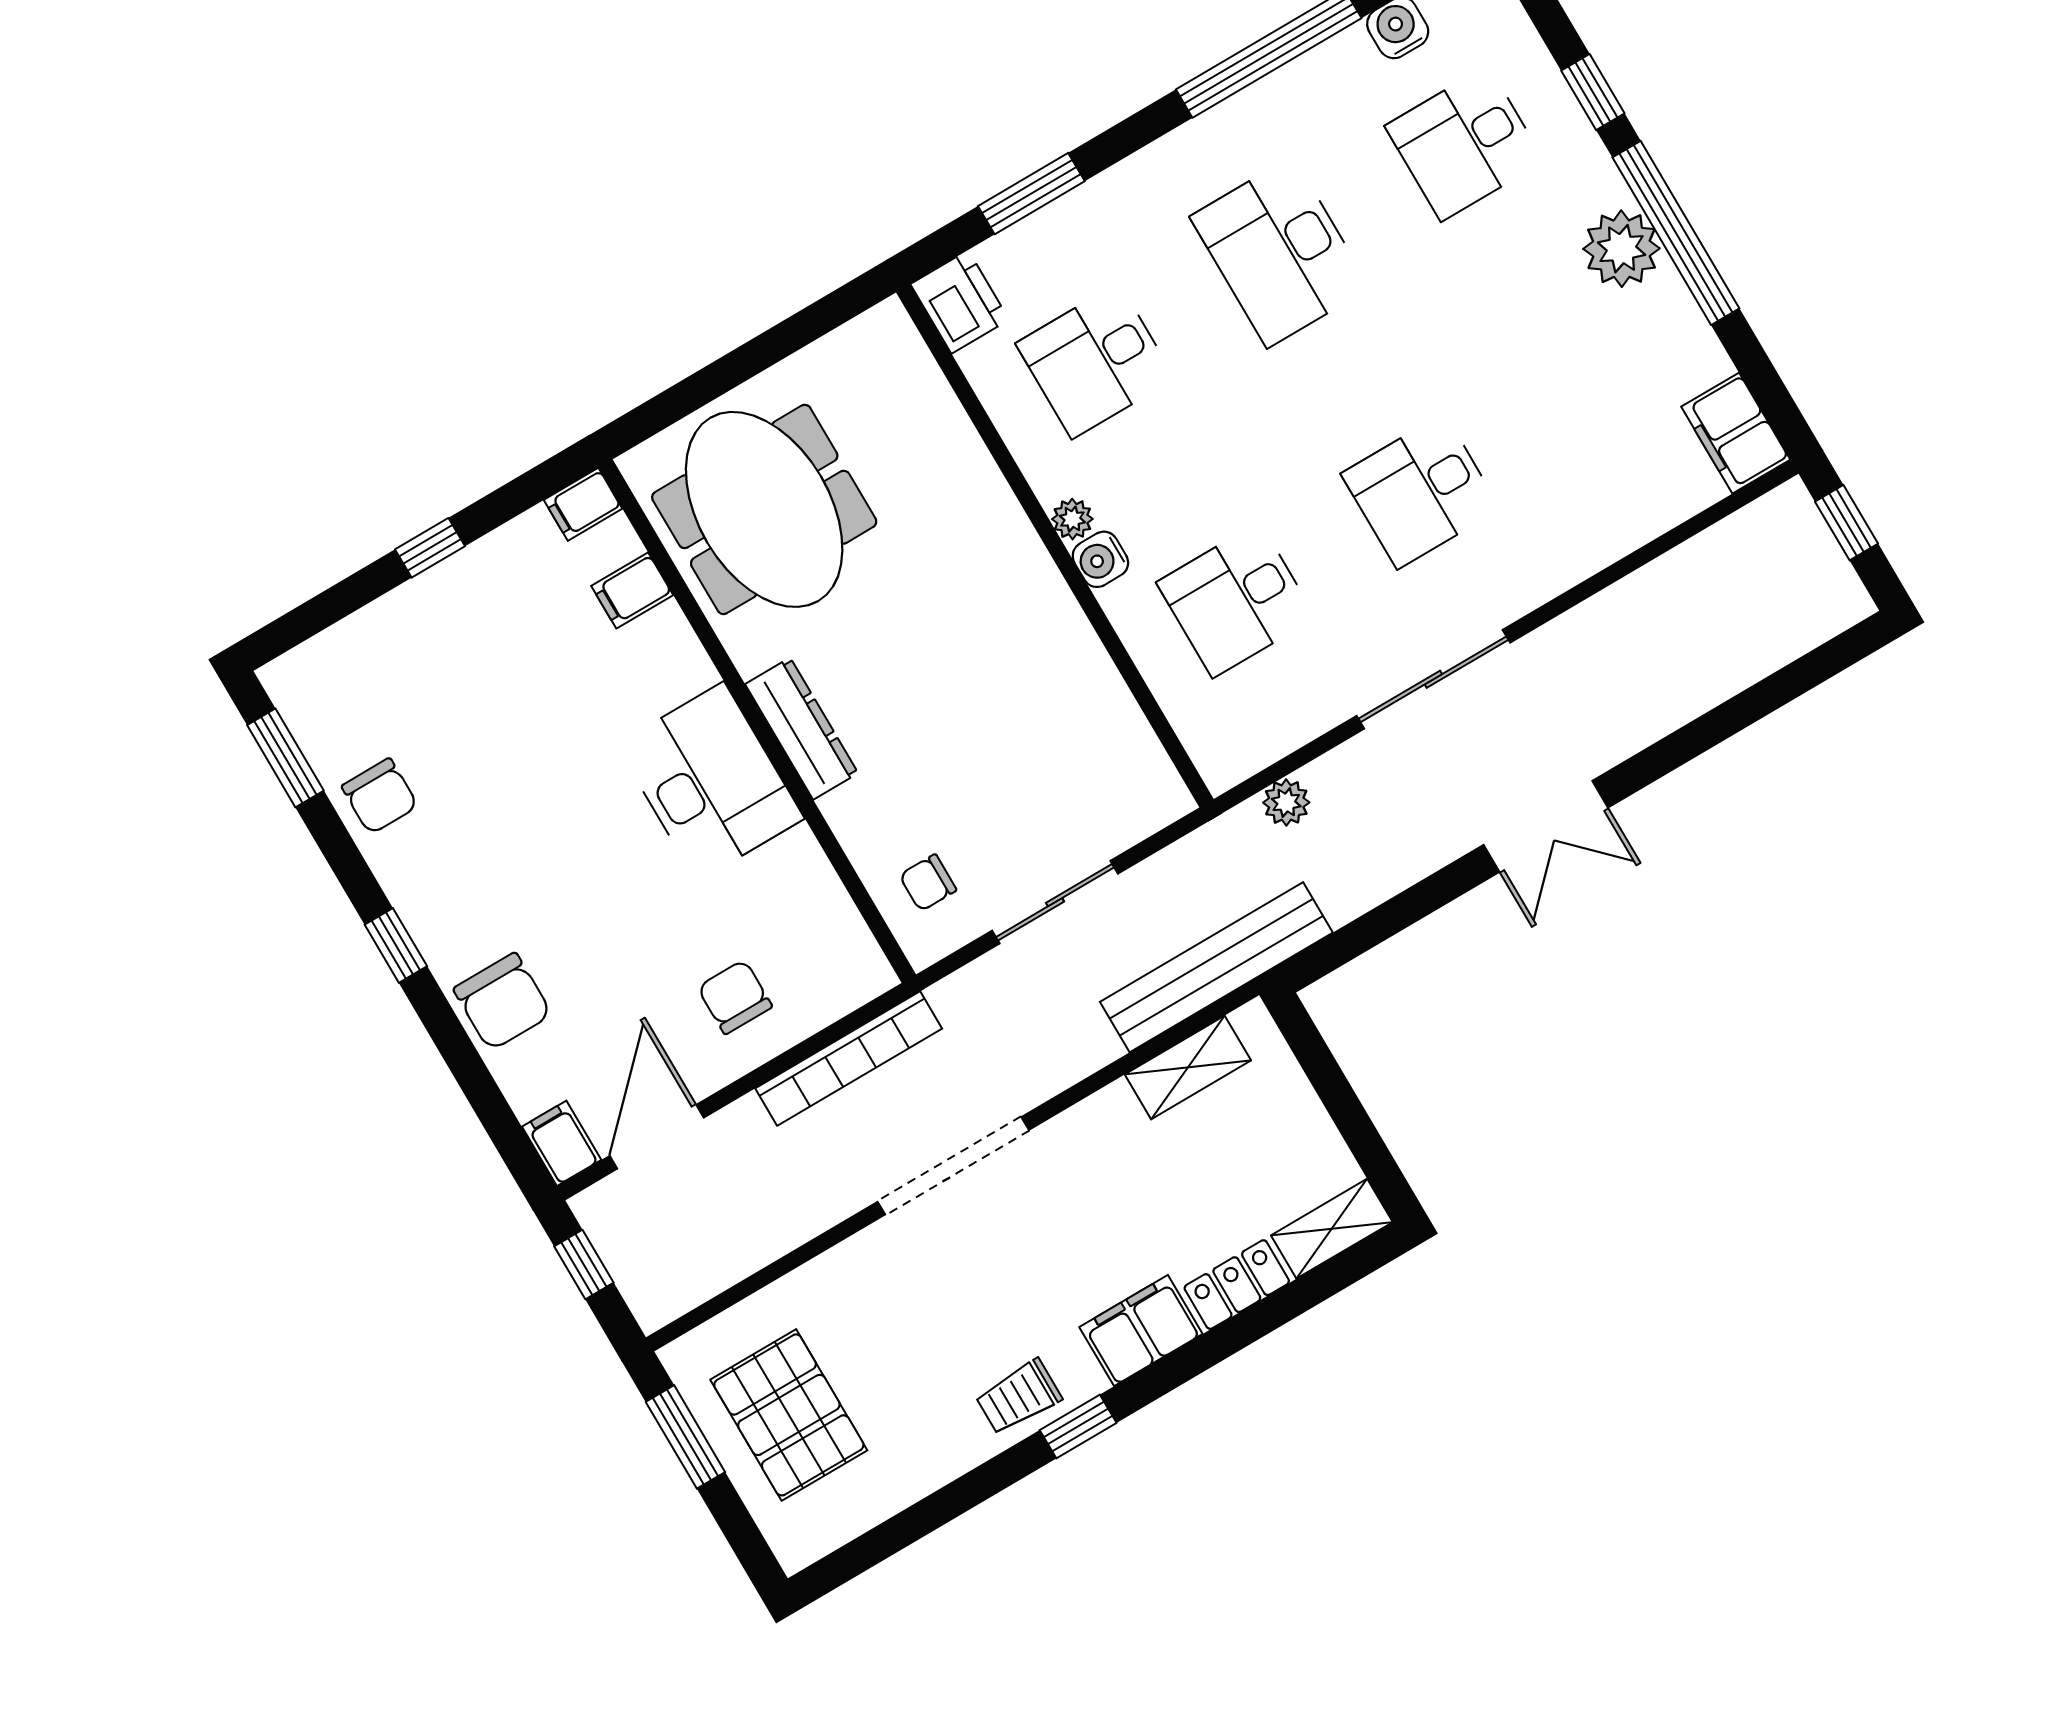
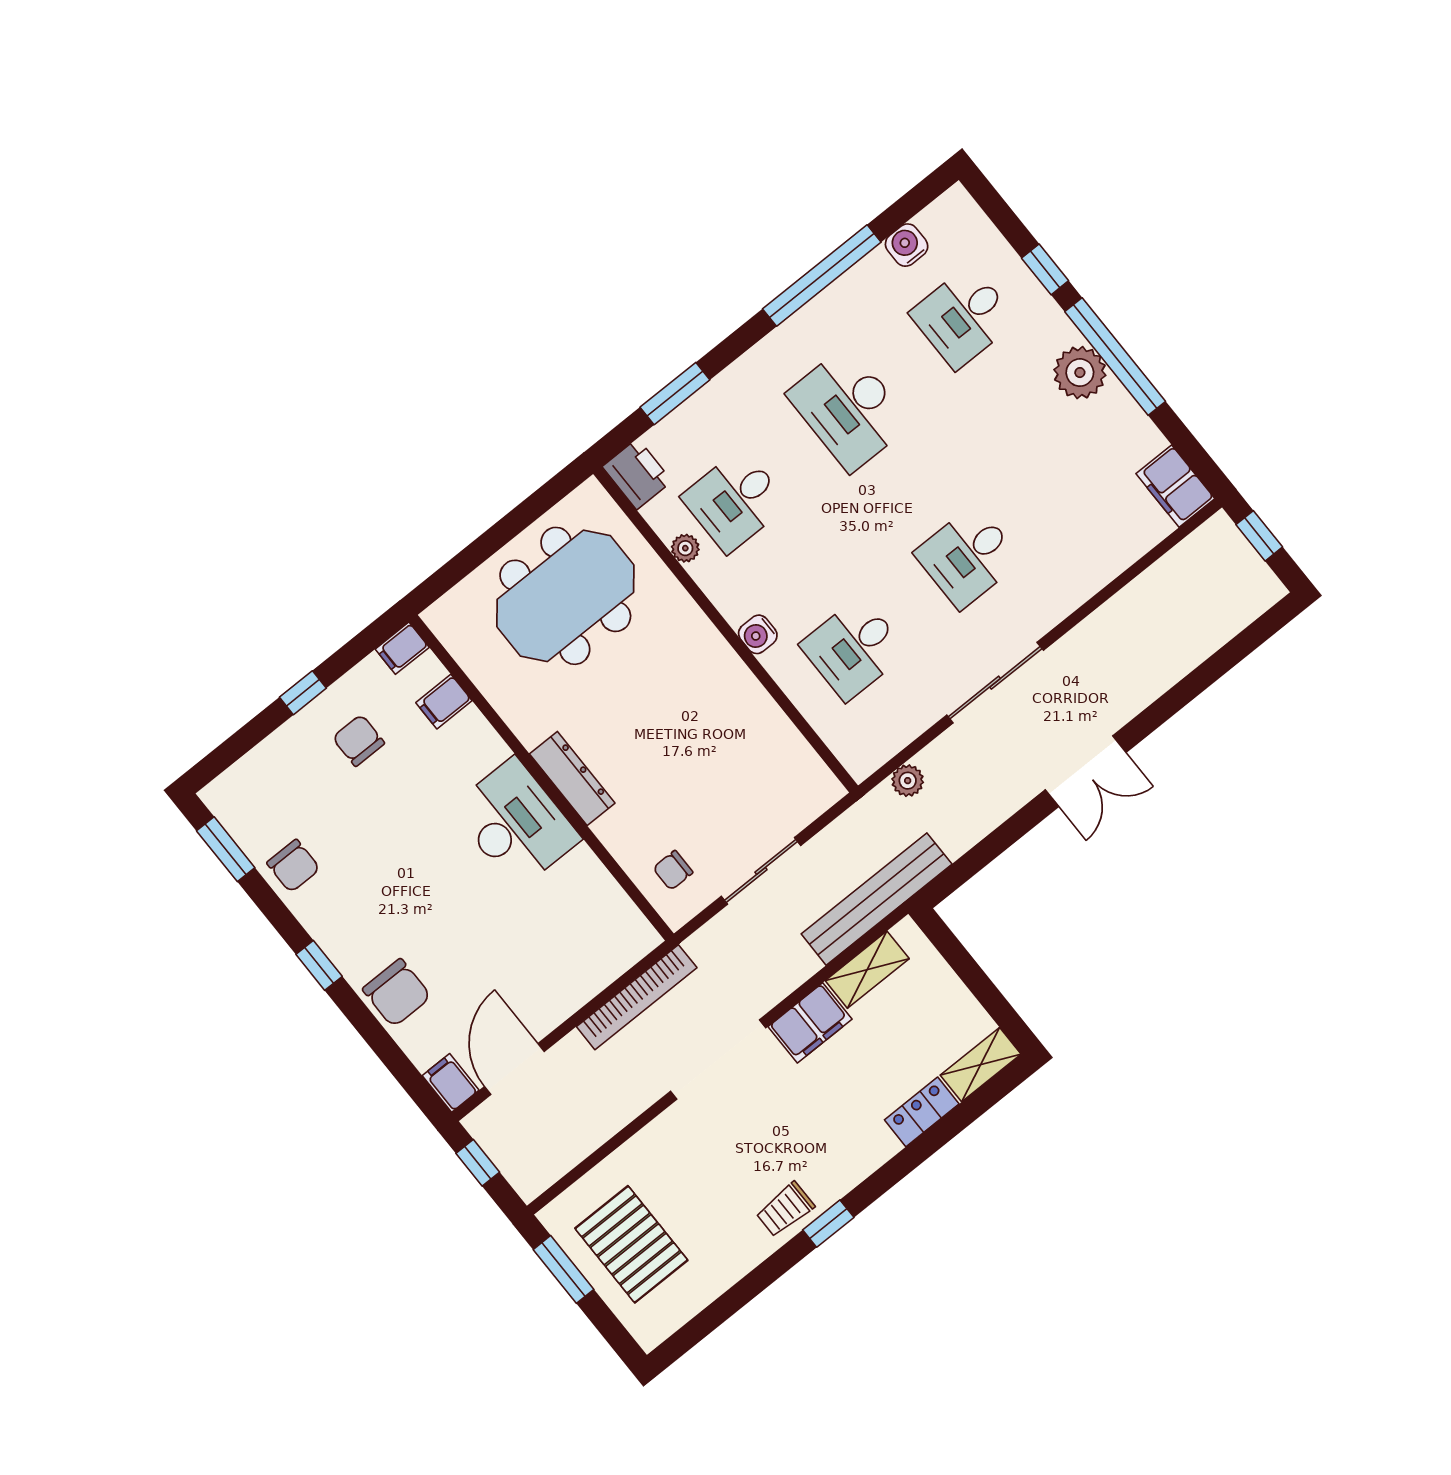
meeting table: (764, 509) -> (565, 596), moved, turned 90
plant: (1072, 519) -> (685, 548), moved
chair: (735, 997) -> (358, 740), moved
filing cabinet: (1141, 1331) -> (810, 1023), moved, turned 180

